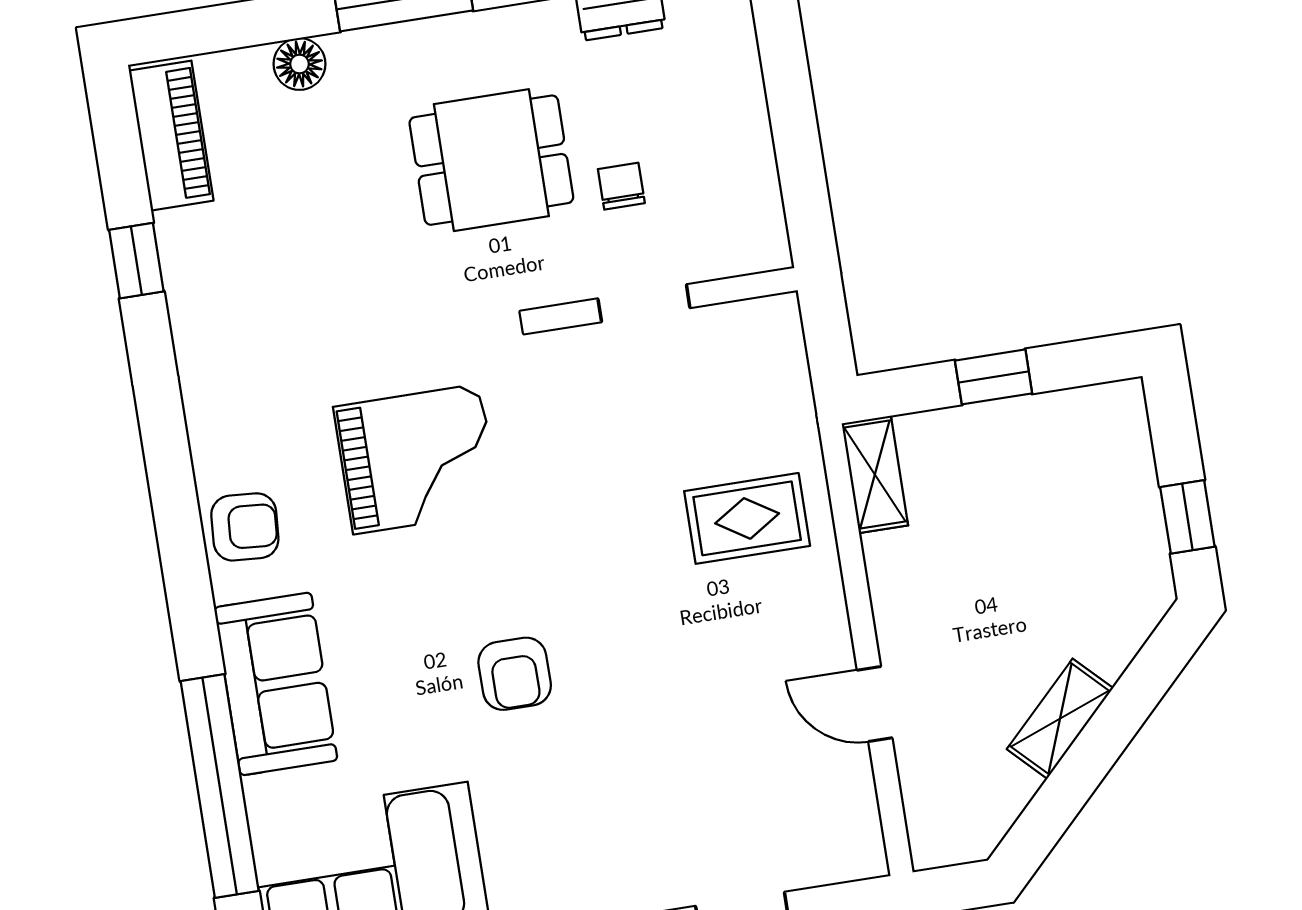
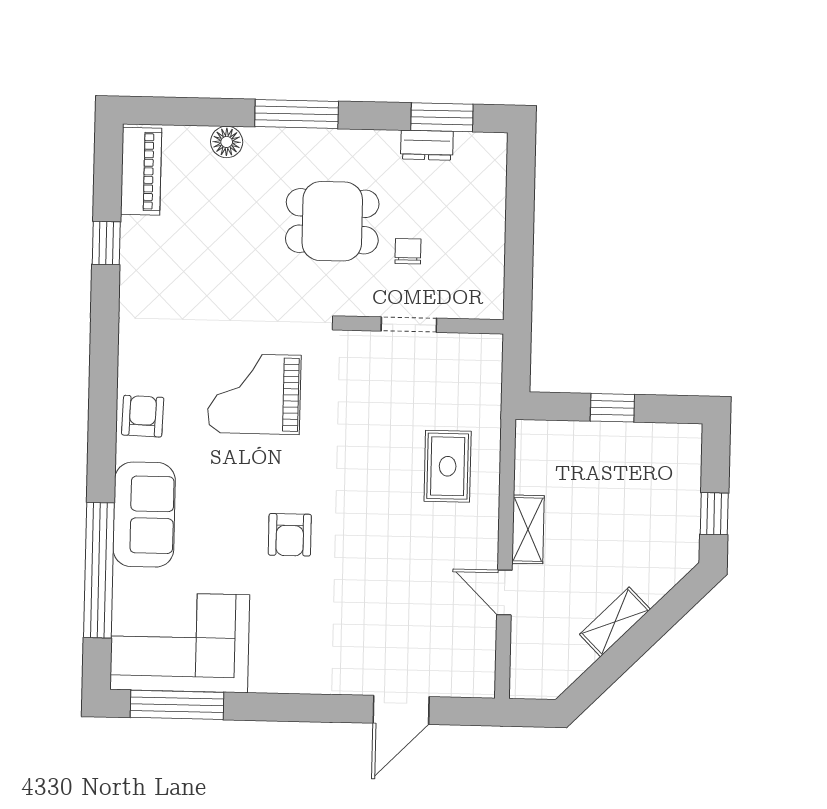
grand piano: (417, 459) -> (254, 394), turned 180
shelving: (875, 474) -> (528, 529), moved
rug: (747, 518) -> (448, 466), turned 90
armchair: (245, 527) -> (143, 416), turned -92

